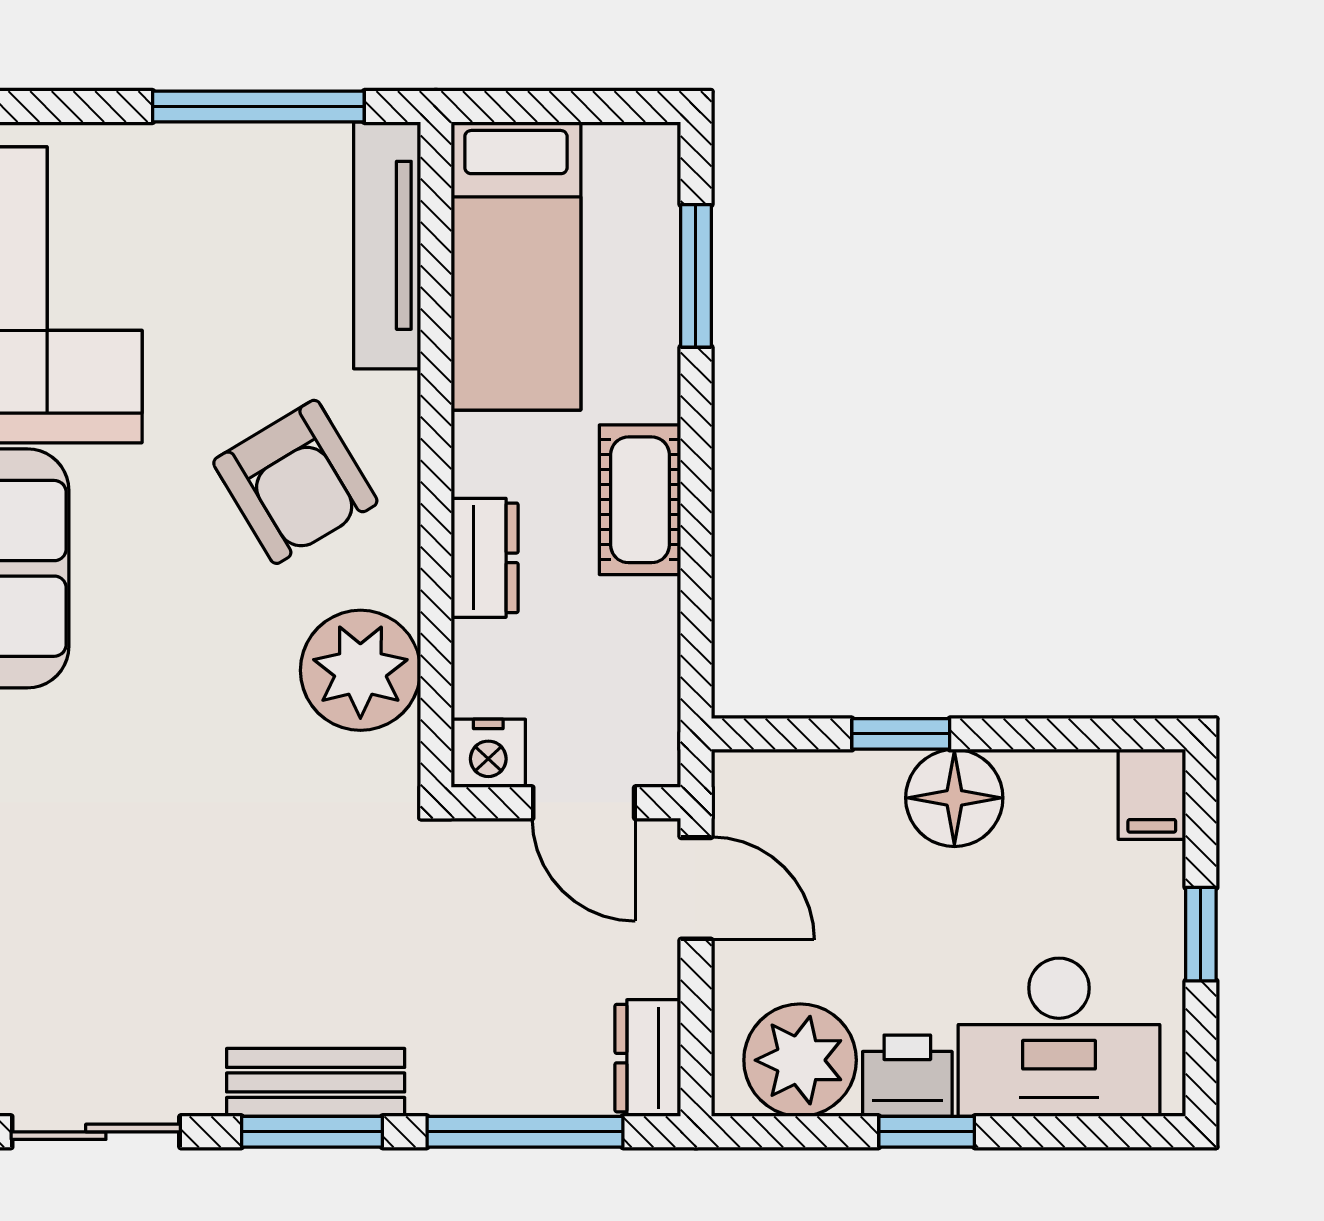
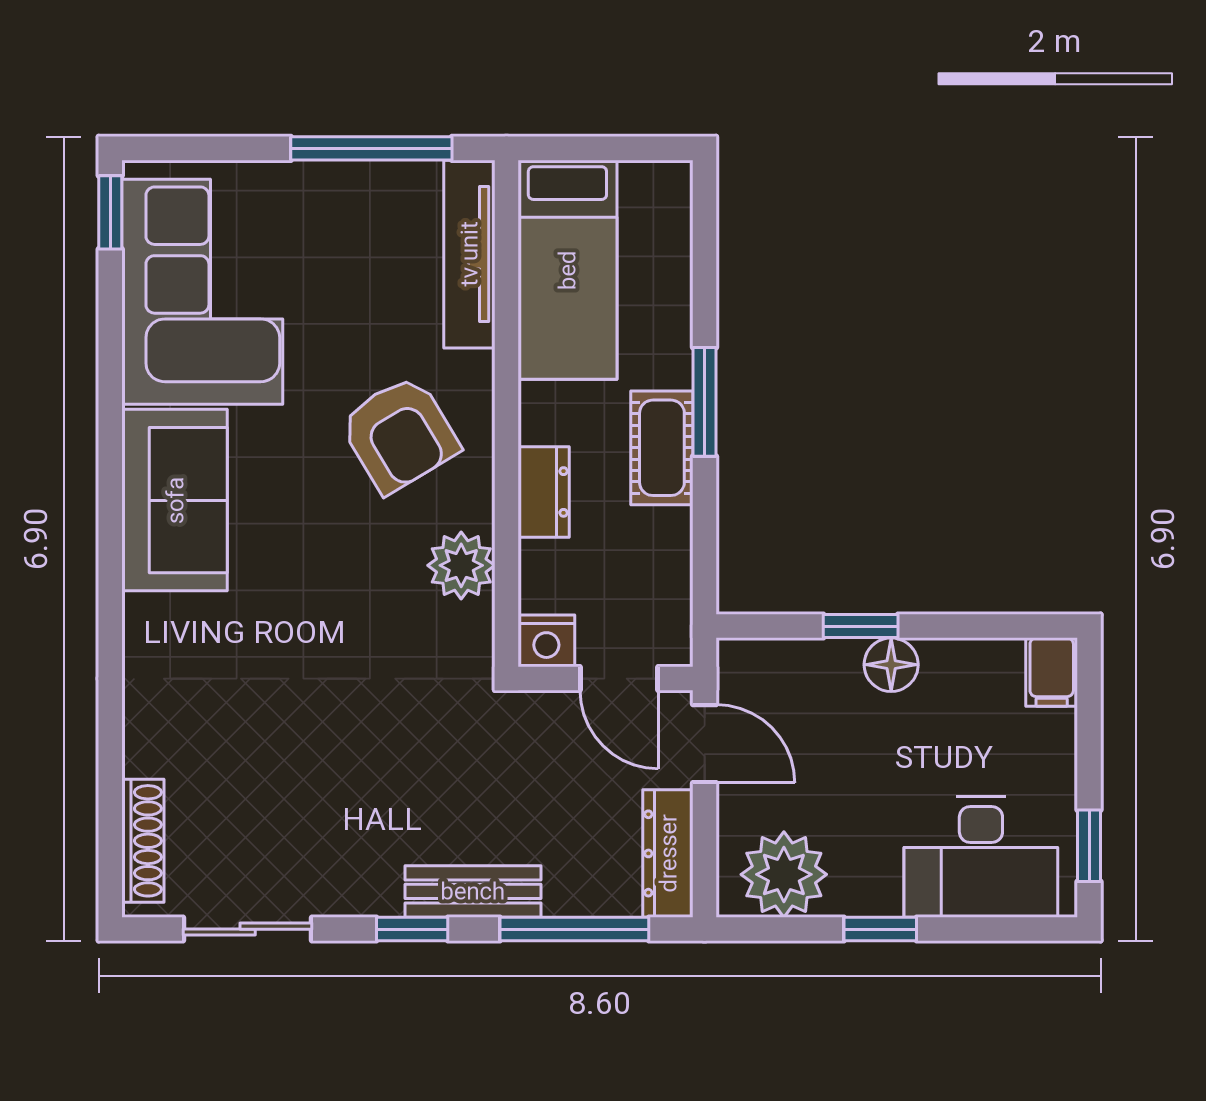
window: (696, 276) -> (705, 402), moved
plant: (360, 670) -> (461, 565), width x0.73, depth x0.73
floor lamp: (954, 798) -> (891, 665), width x0.73, depth x0.73
window: (1201, 934) -> (1089, 846), moved
dresser: (648, 1058) -> (668, 853), width x1.44
printer: (907, 1076) -> (865, 886), removed
bench: (316, 1082) -> (473, 891), moved
window: (312, 1132) -> (412, 929), width x0.67

